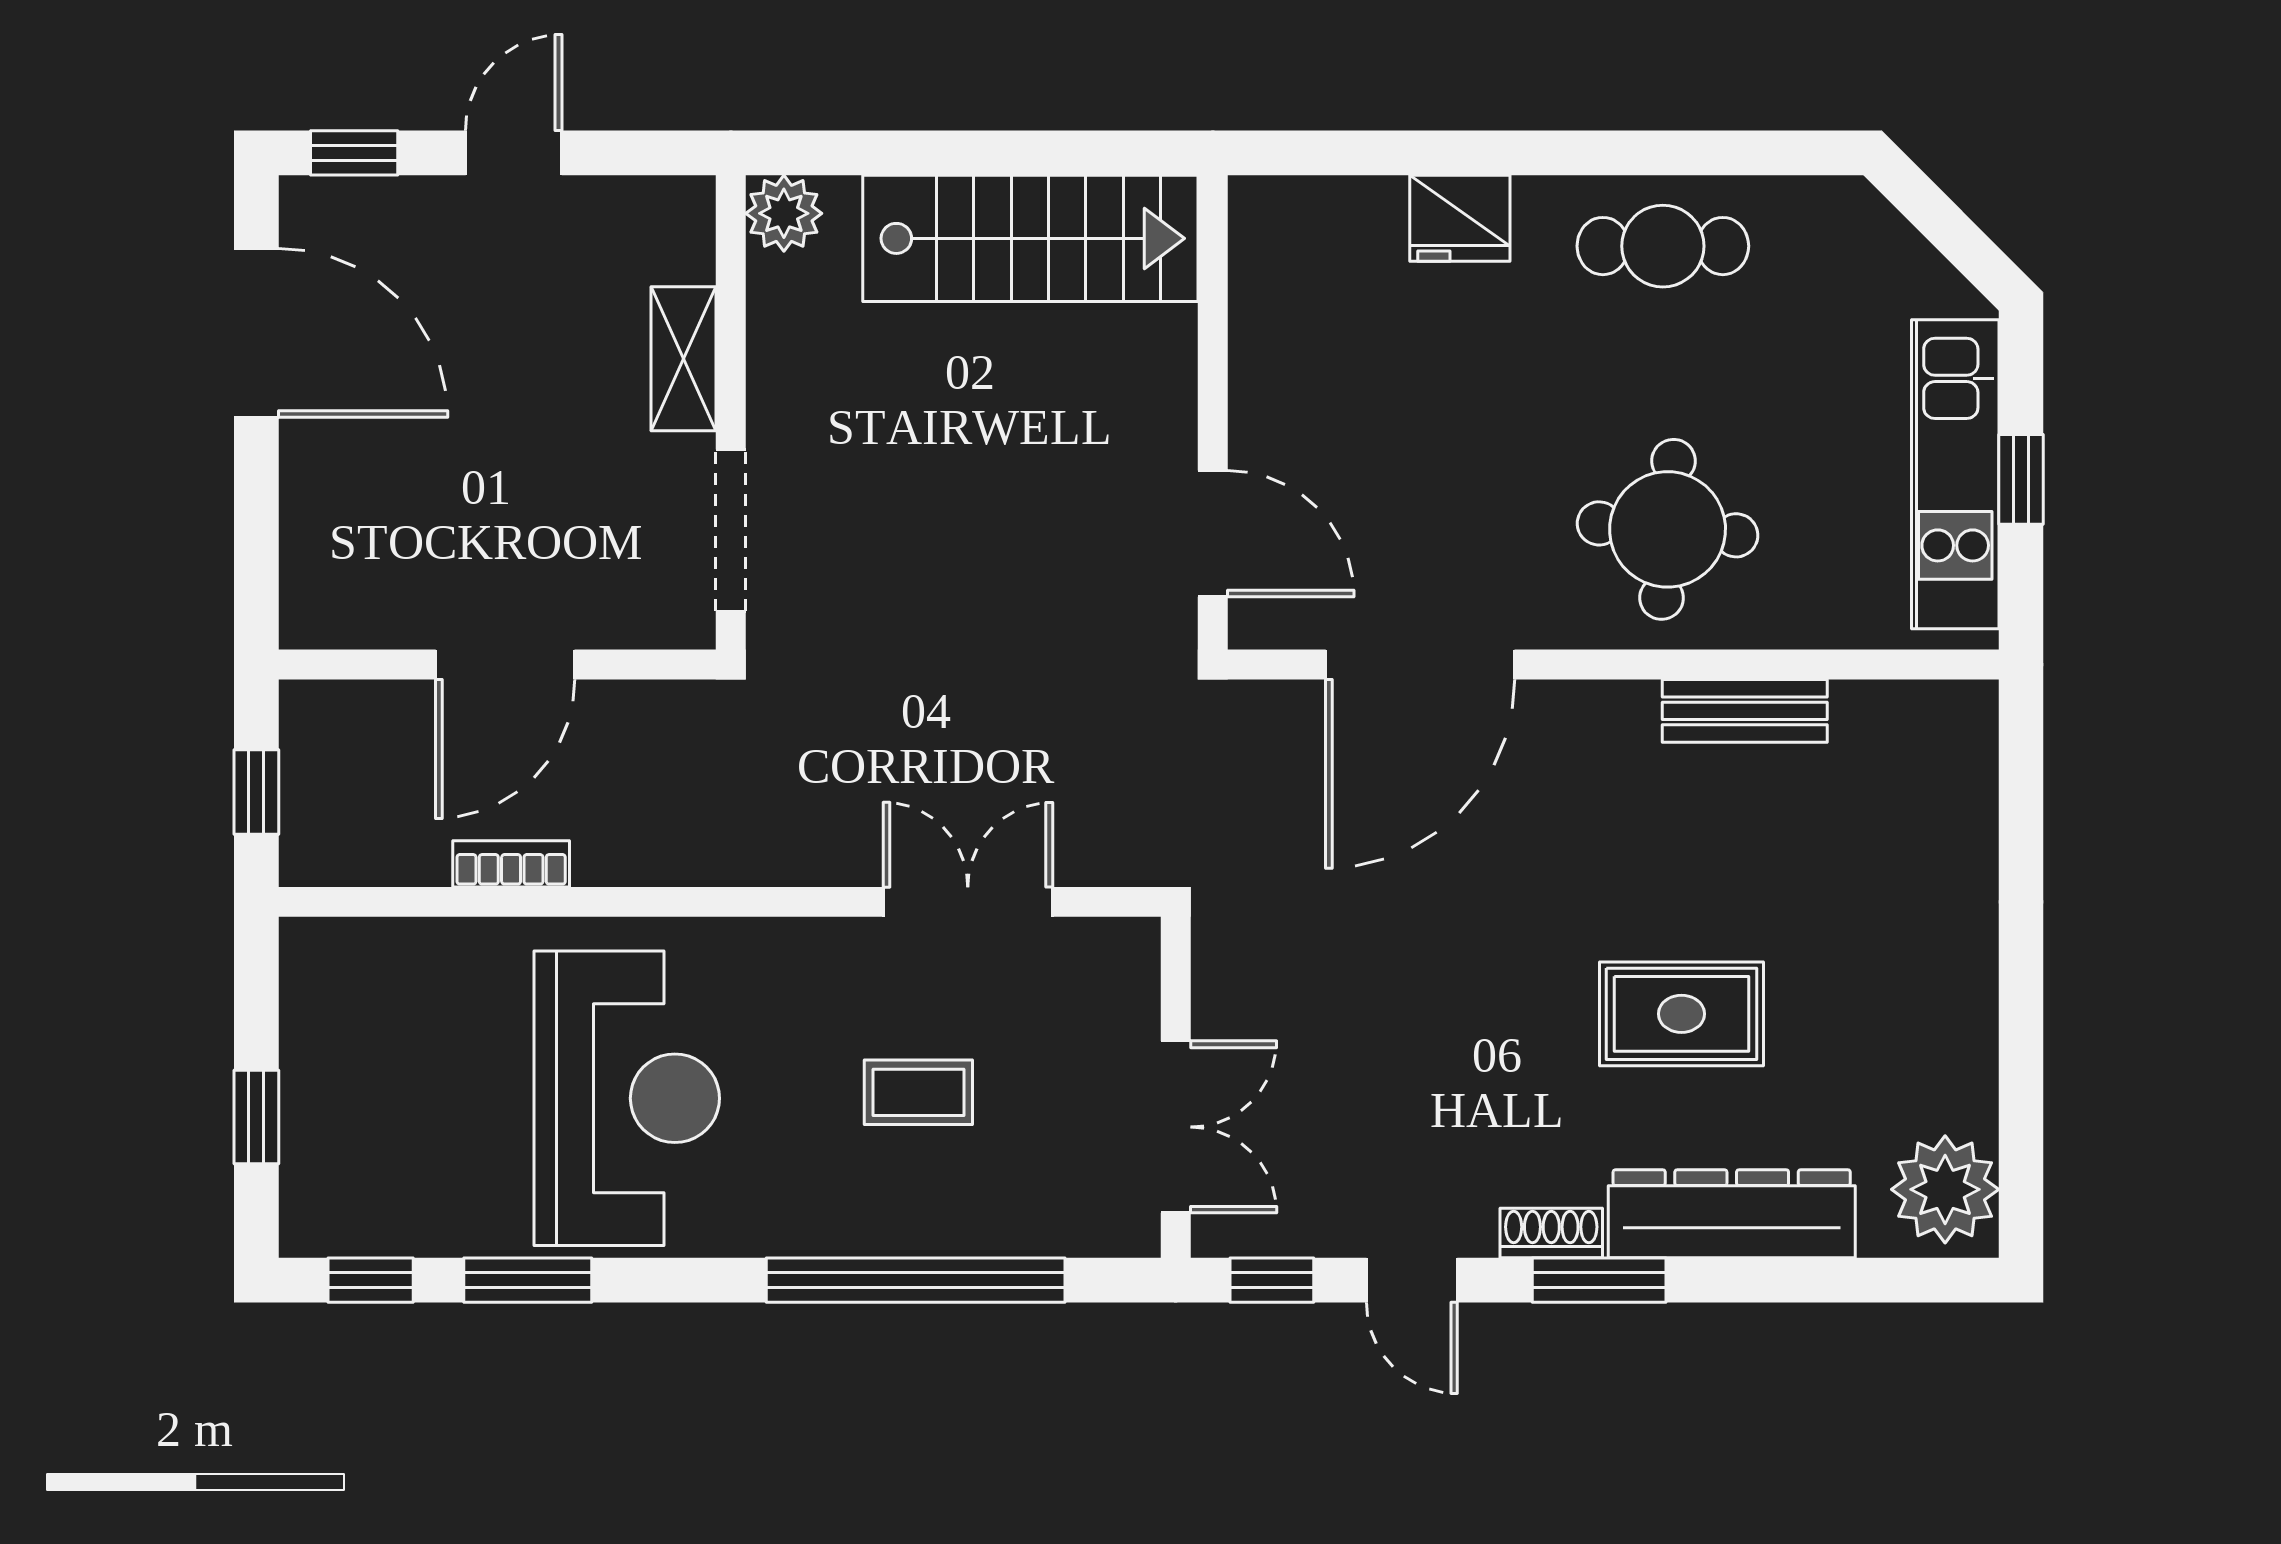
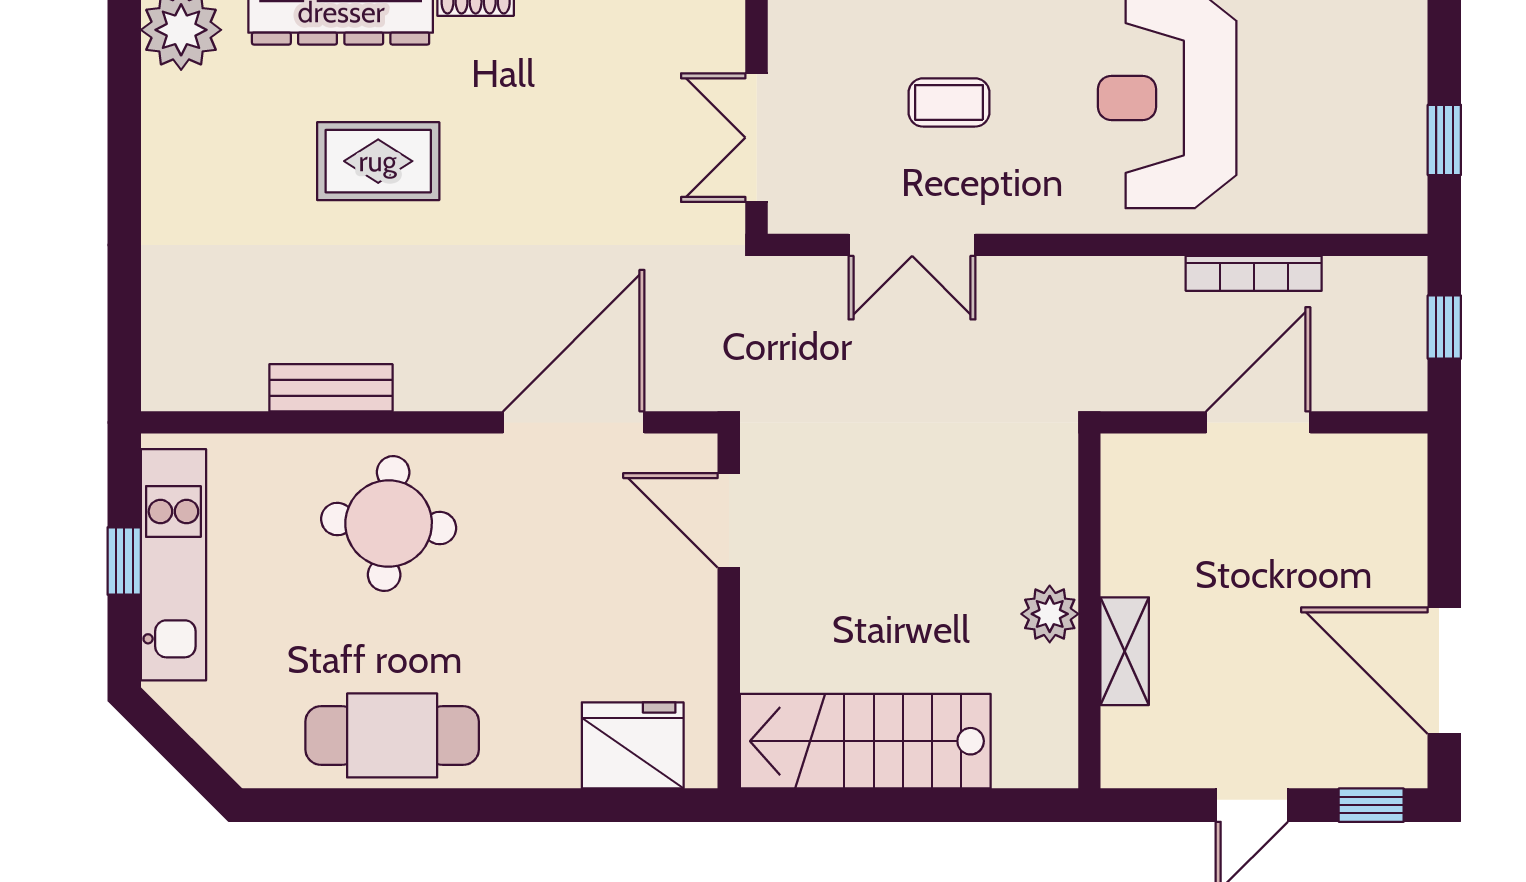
plant: (784, 213) -> (1050, 614), moved
fridge: (1460, 218) -> (633, 745), moved, width x1.36, depth x1.34
cafe table: (1663, 246) -> (392, 735), width x1.37, depth x1.35
doorway: (731, 530) -> (1089, 523), removed
bookcase: (511, 864) -> (1254, 273), width x1.56
window: (256, 1117) -> (1444, 140), moved
double door: (1176, 1127) -> (757, 138), moved

